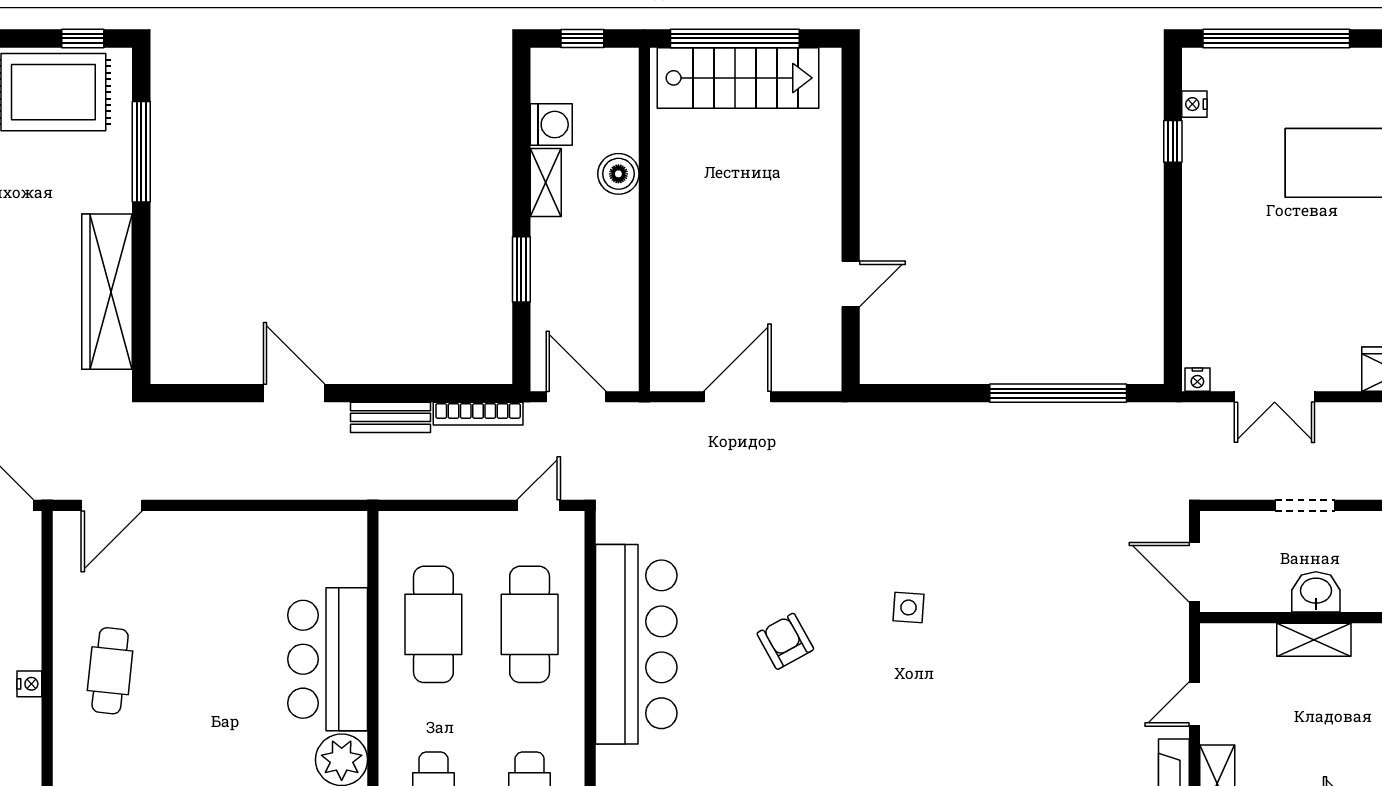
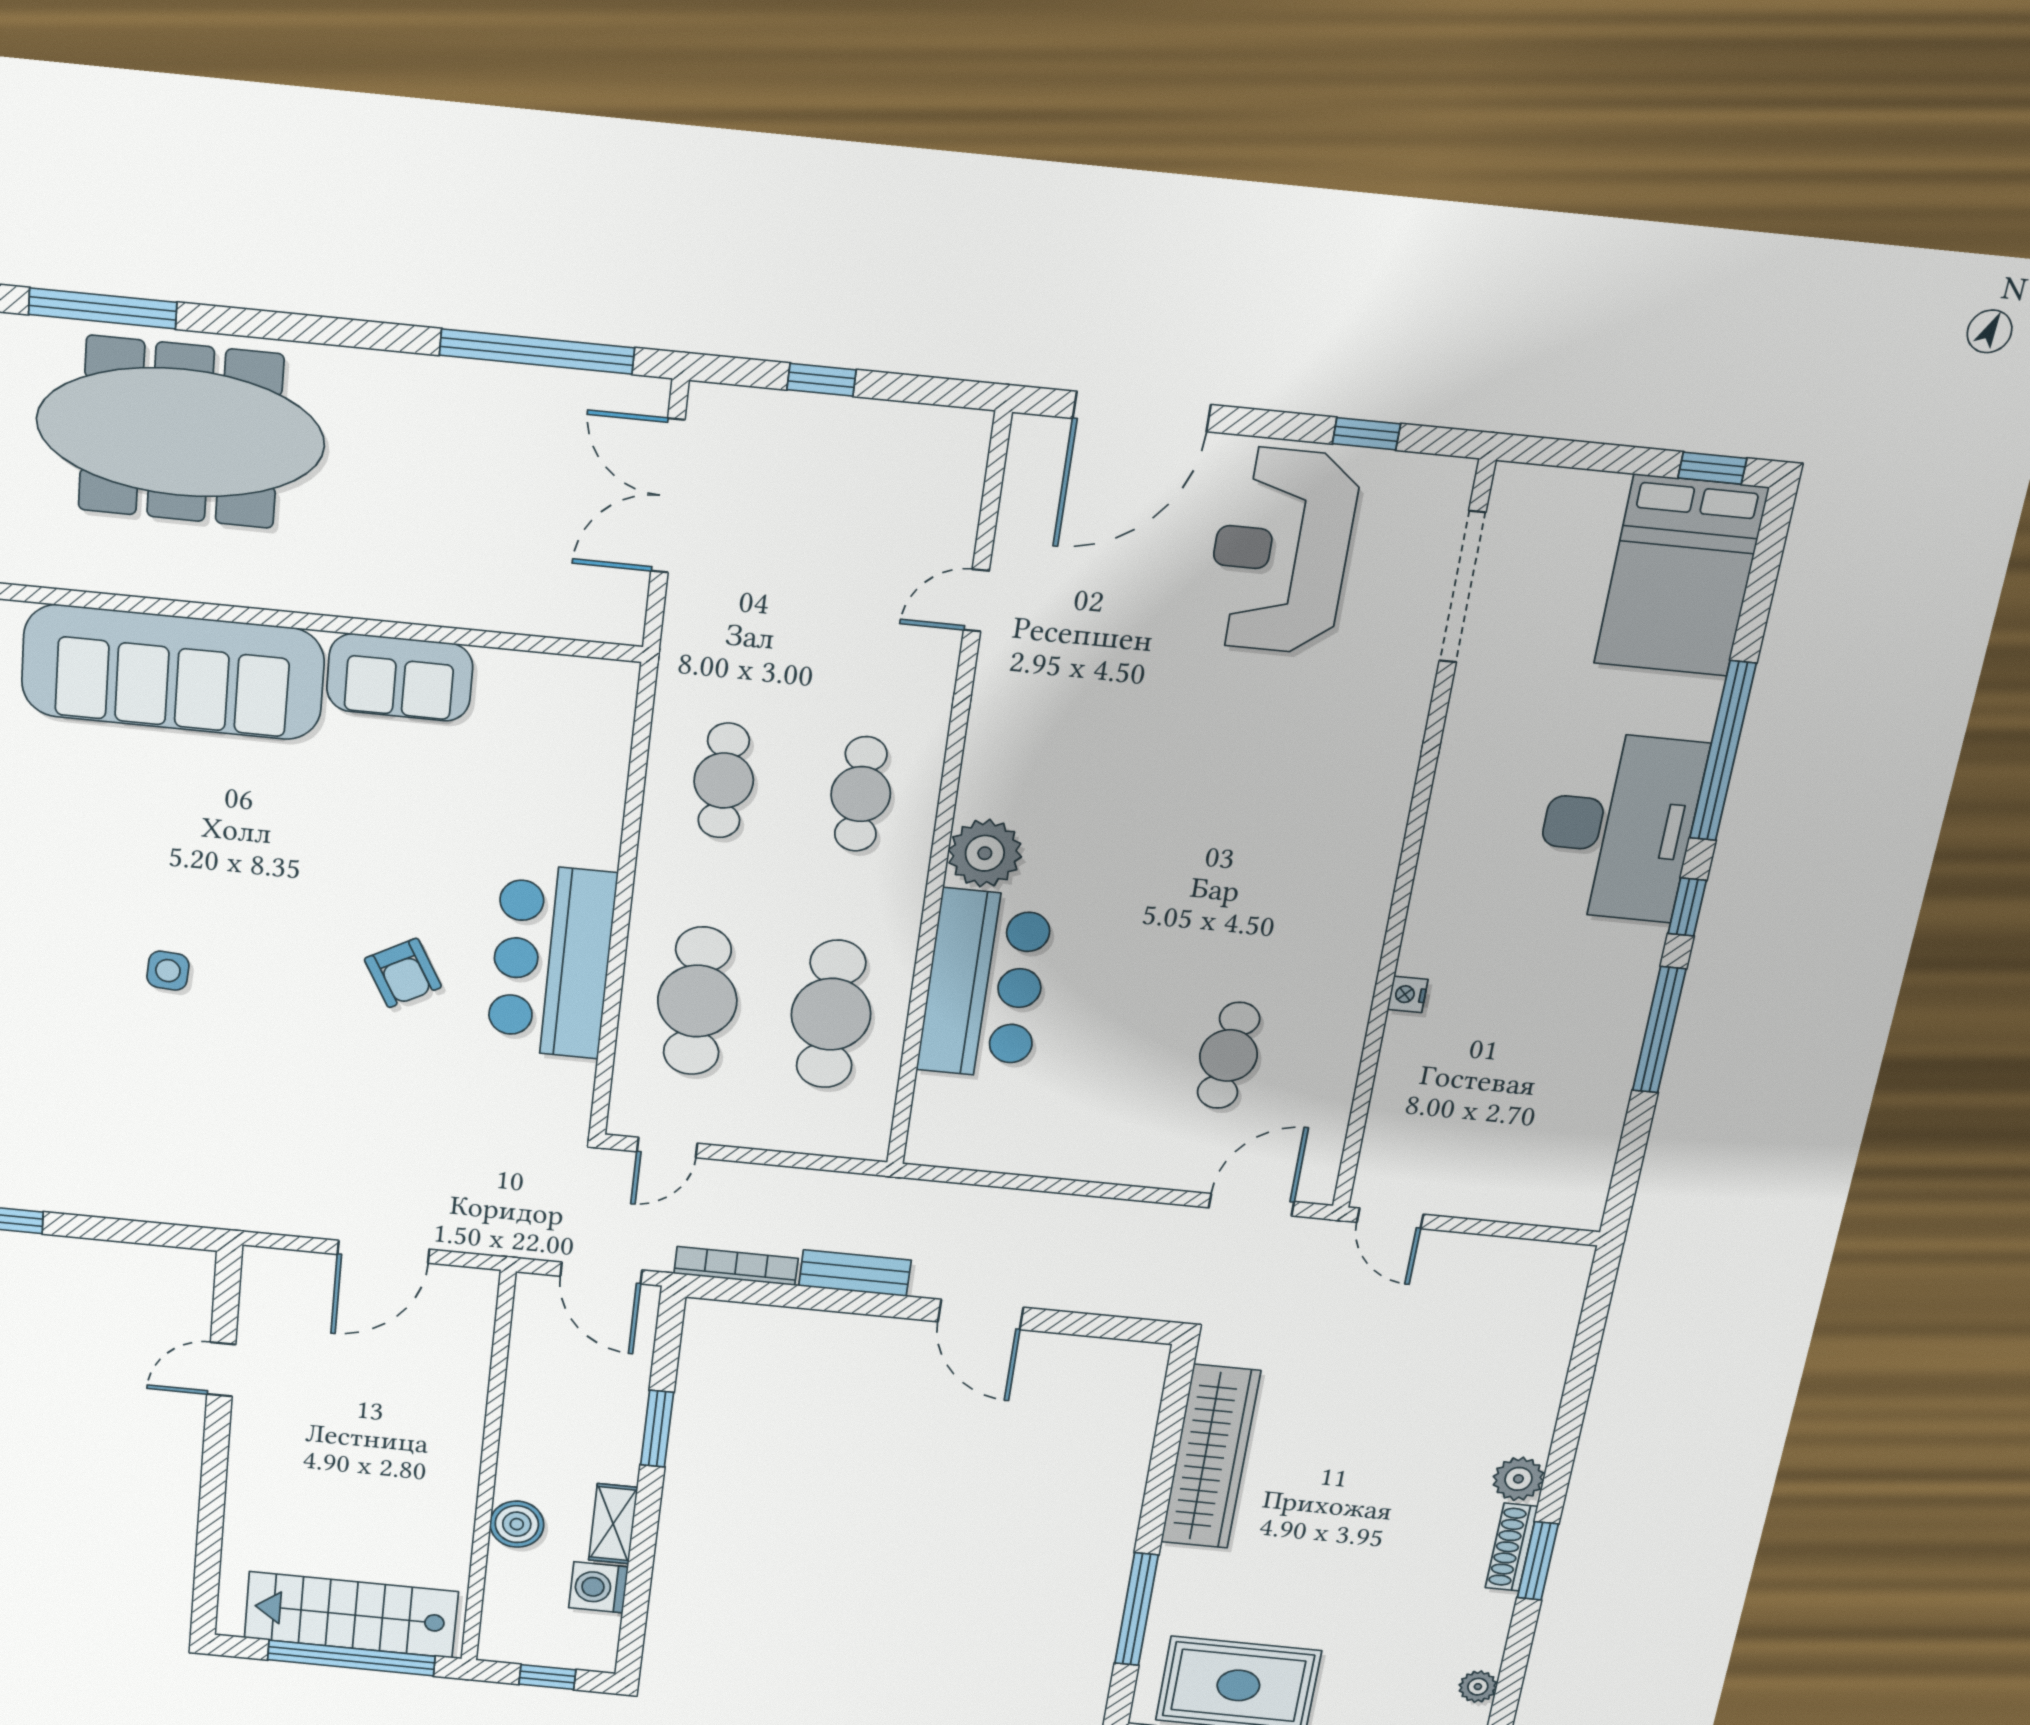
armchair: (785, 641) -> (403, 973), moved
bar counter: (636, 644) -> (551, 961), width x0.73
cafe table: (110, 671) -> (1228, 1055), moved

